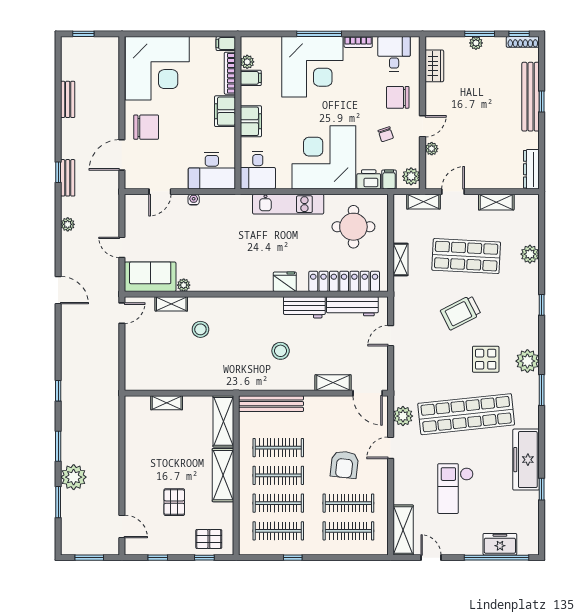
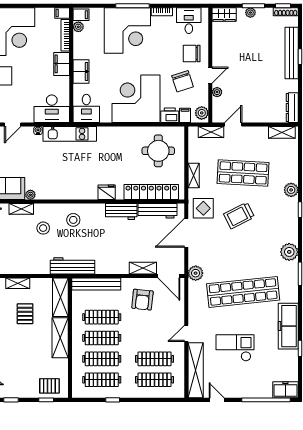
wardrobe: (434, 66) -> (224, 15), moved, turned 90
filing cabinet: (251, 78) -> (81, 15), moved
chair: (386, 134) -> (183, 81), width x1.87, depth x1.87
shelving: (496, 202) -> (282, 132), moved
kitchen unit: (288, 204) -> (70, 134), moved
plant: (530, 254) -> (291, 190), moved
door: (391, 336) -> (186, 233), width x1.87
stool: (281, 351) -> (73, 220), moved
display table: (486, 359) -> (203, 208), moved
workbench: (240, 380) -> (73, 266), added
plant: (403, 416) -> (196, 273), moved
door: (391, 448) -> (186, 333), moved
armchair: (344, 465) -> (142, 300), moved
checkout: (455, 489) -> (235, 348), turned 90
pallet: (174, 502) -> (25, 314), moved
shelving: (403, 530) -> (196, 370), width x1.47
freezer: (500, 544) -> (285, 390), moved

